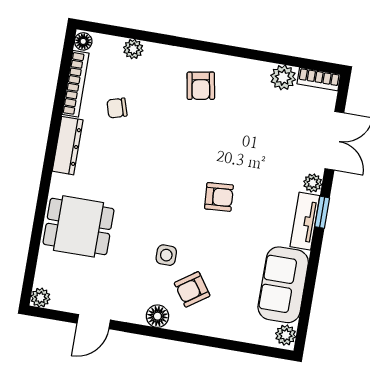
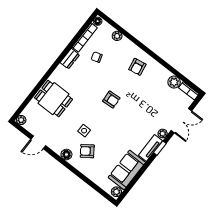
dresser: (68, 146) -> (70, 59), width x0.70
armchair: (219, 197) -> (111, 100), moved

